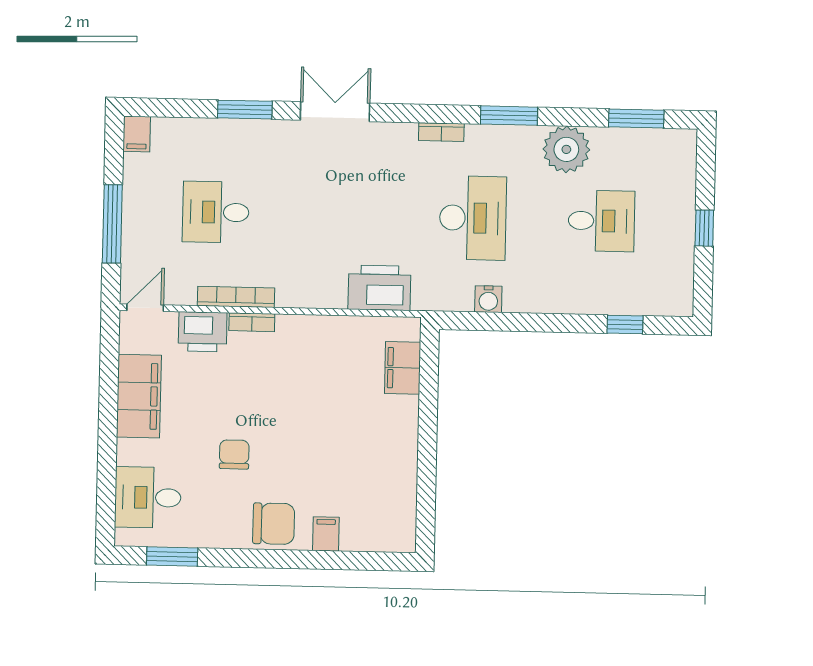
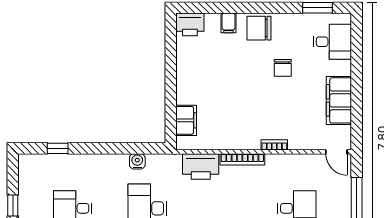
bookcase: (236, 297) -> (242, 159), moved
door: (145, 308) -> (336, 152), hinge flipped
printer: (203, 332) -> (190, 24), moved, turned 180

